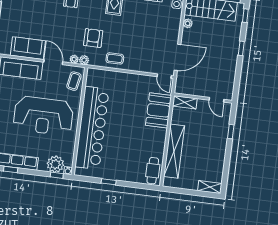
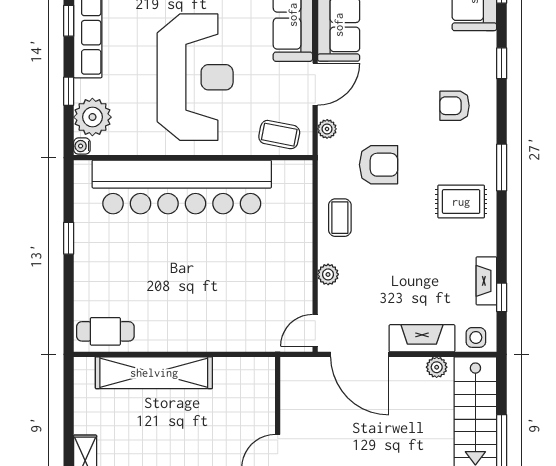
fireplace: (174, 28) -> (422, 338), added
plant: (84, 60) -> (328, 274), moved
shelving: (185, 102) -> (264, 383), removed
booth: (159, 110) -> (239, 327), removed
reception desk: (43, 116) -> (195, 77), turned 180
window: (57, 175) -> (69, 91), moved

